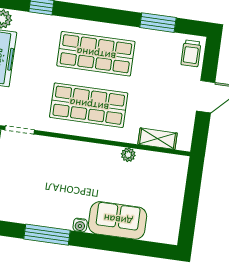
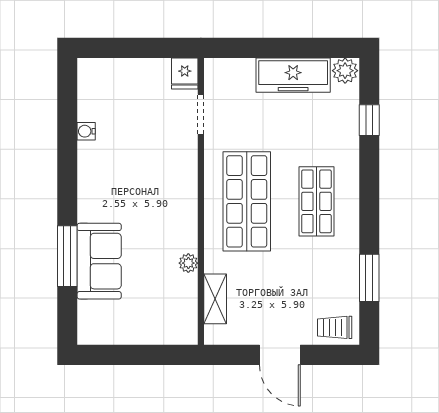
shop shelf: (96, 54) -> (316, 201), width x0.70, depth x0.74
water cooler: (80, 225) -> (86, 131), moved
window: (47, 235) -> (67, 256), moved

